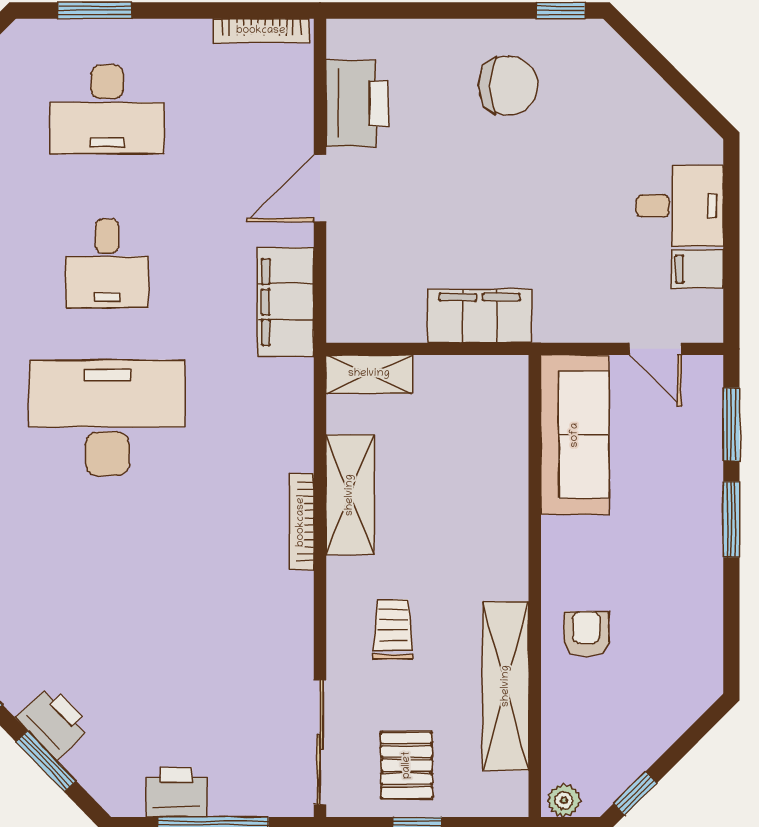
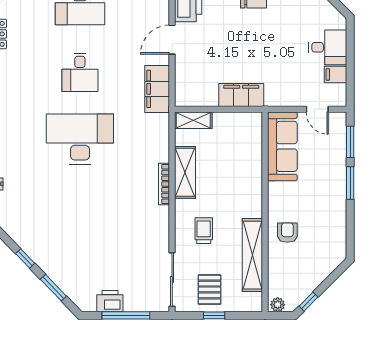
printer: (54, 722) -> (57, 271), removed

